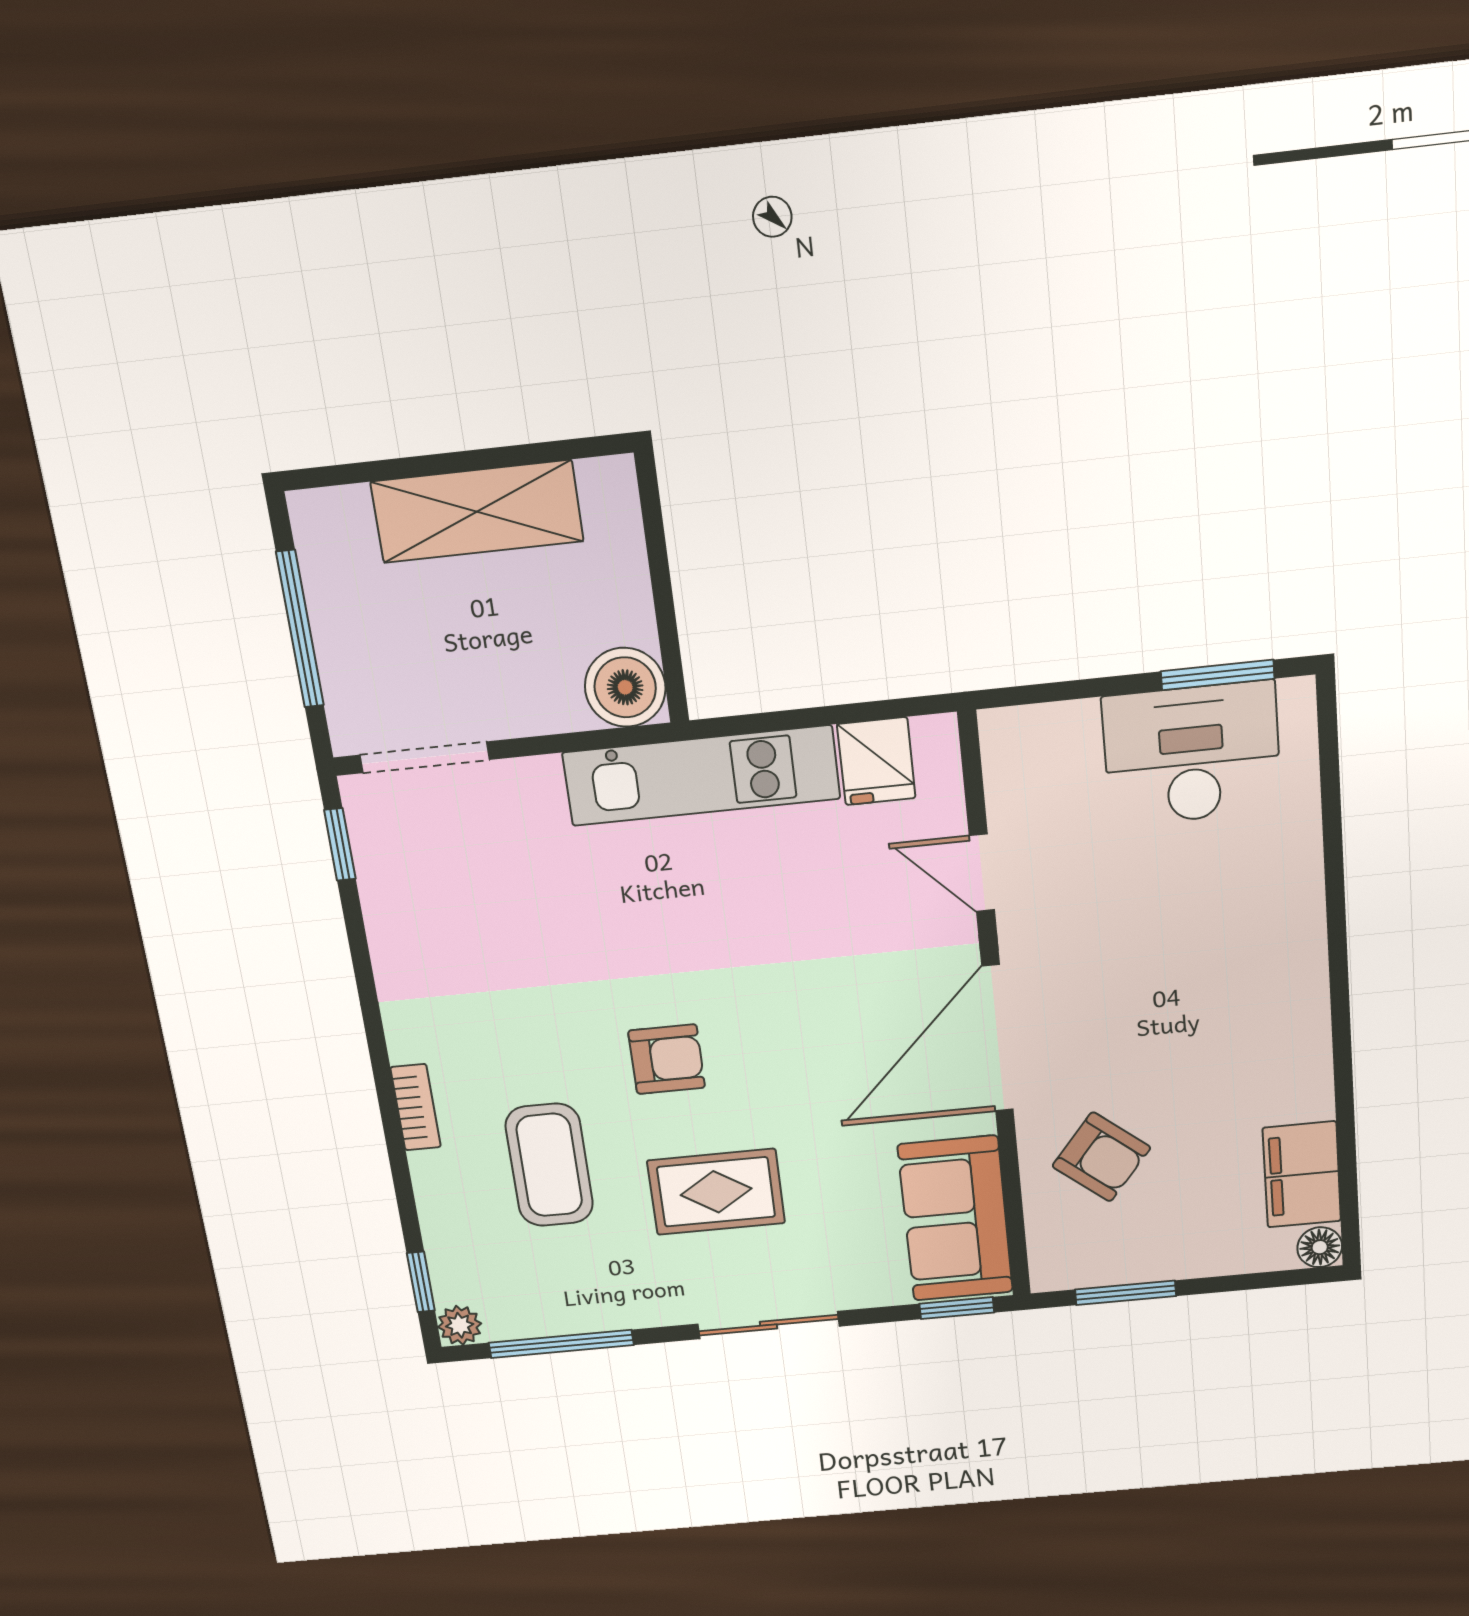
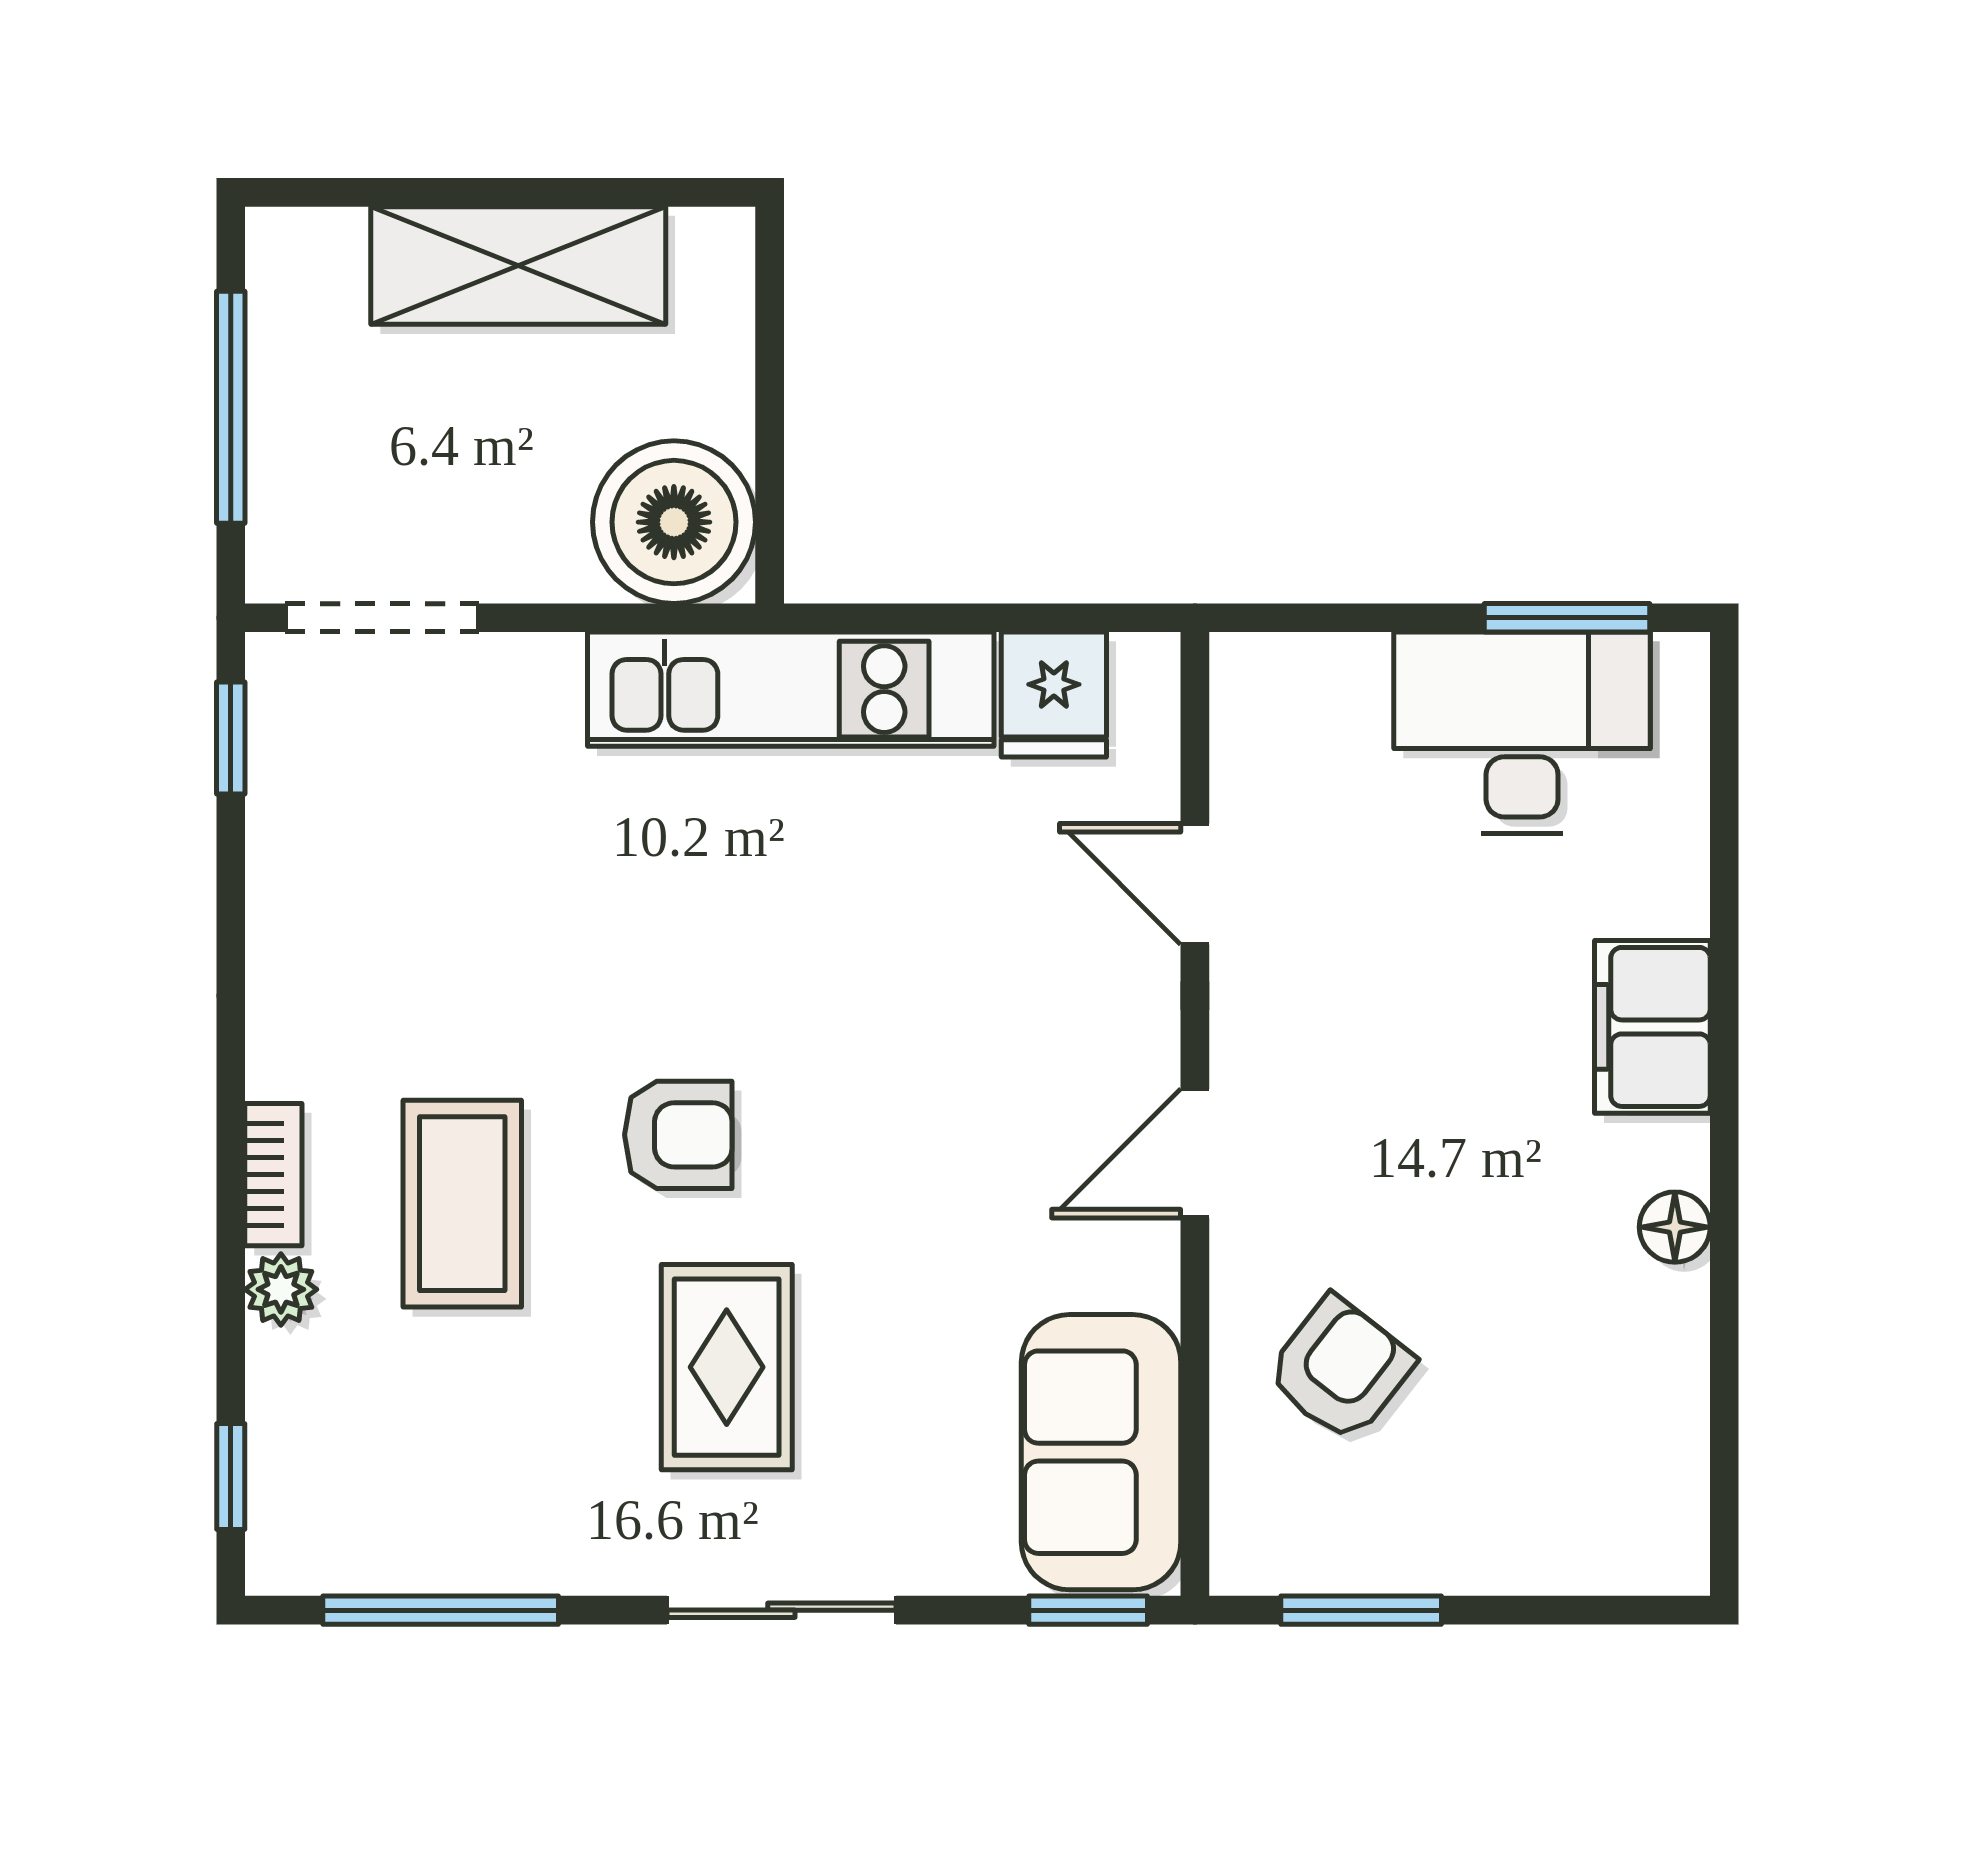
boiler: (625, 687) -> (674, 522), width x1.37, depth x1.37
door: (998, 1038) -> (1195, 1153), width x0.53
armchair: (1101, 1157) -> (1340, 1369), turned -91
coffee table: (549, 1165) -> (462, 1204), moved
filing cabinet: (1302, 1175) -> (1652, 1027), moved
rug: (716, 1192) -> (727, 1367), turned 90
floor lamp: (1320, 1247) -> (1675, 1227), moved
plant: (460, 1325) -> (281, 1289), moved

